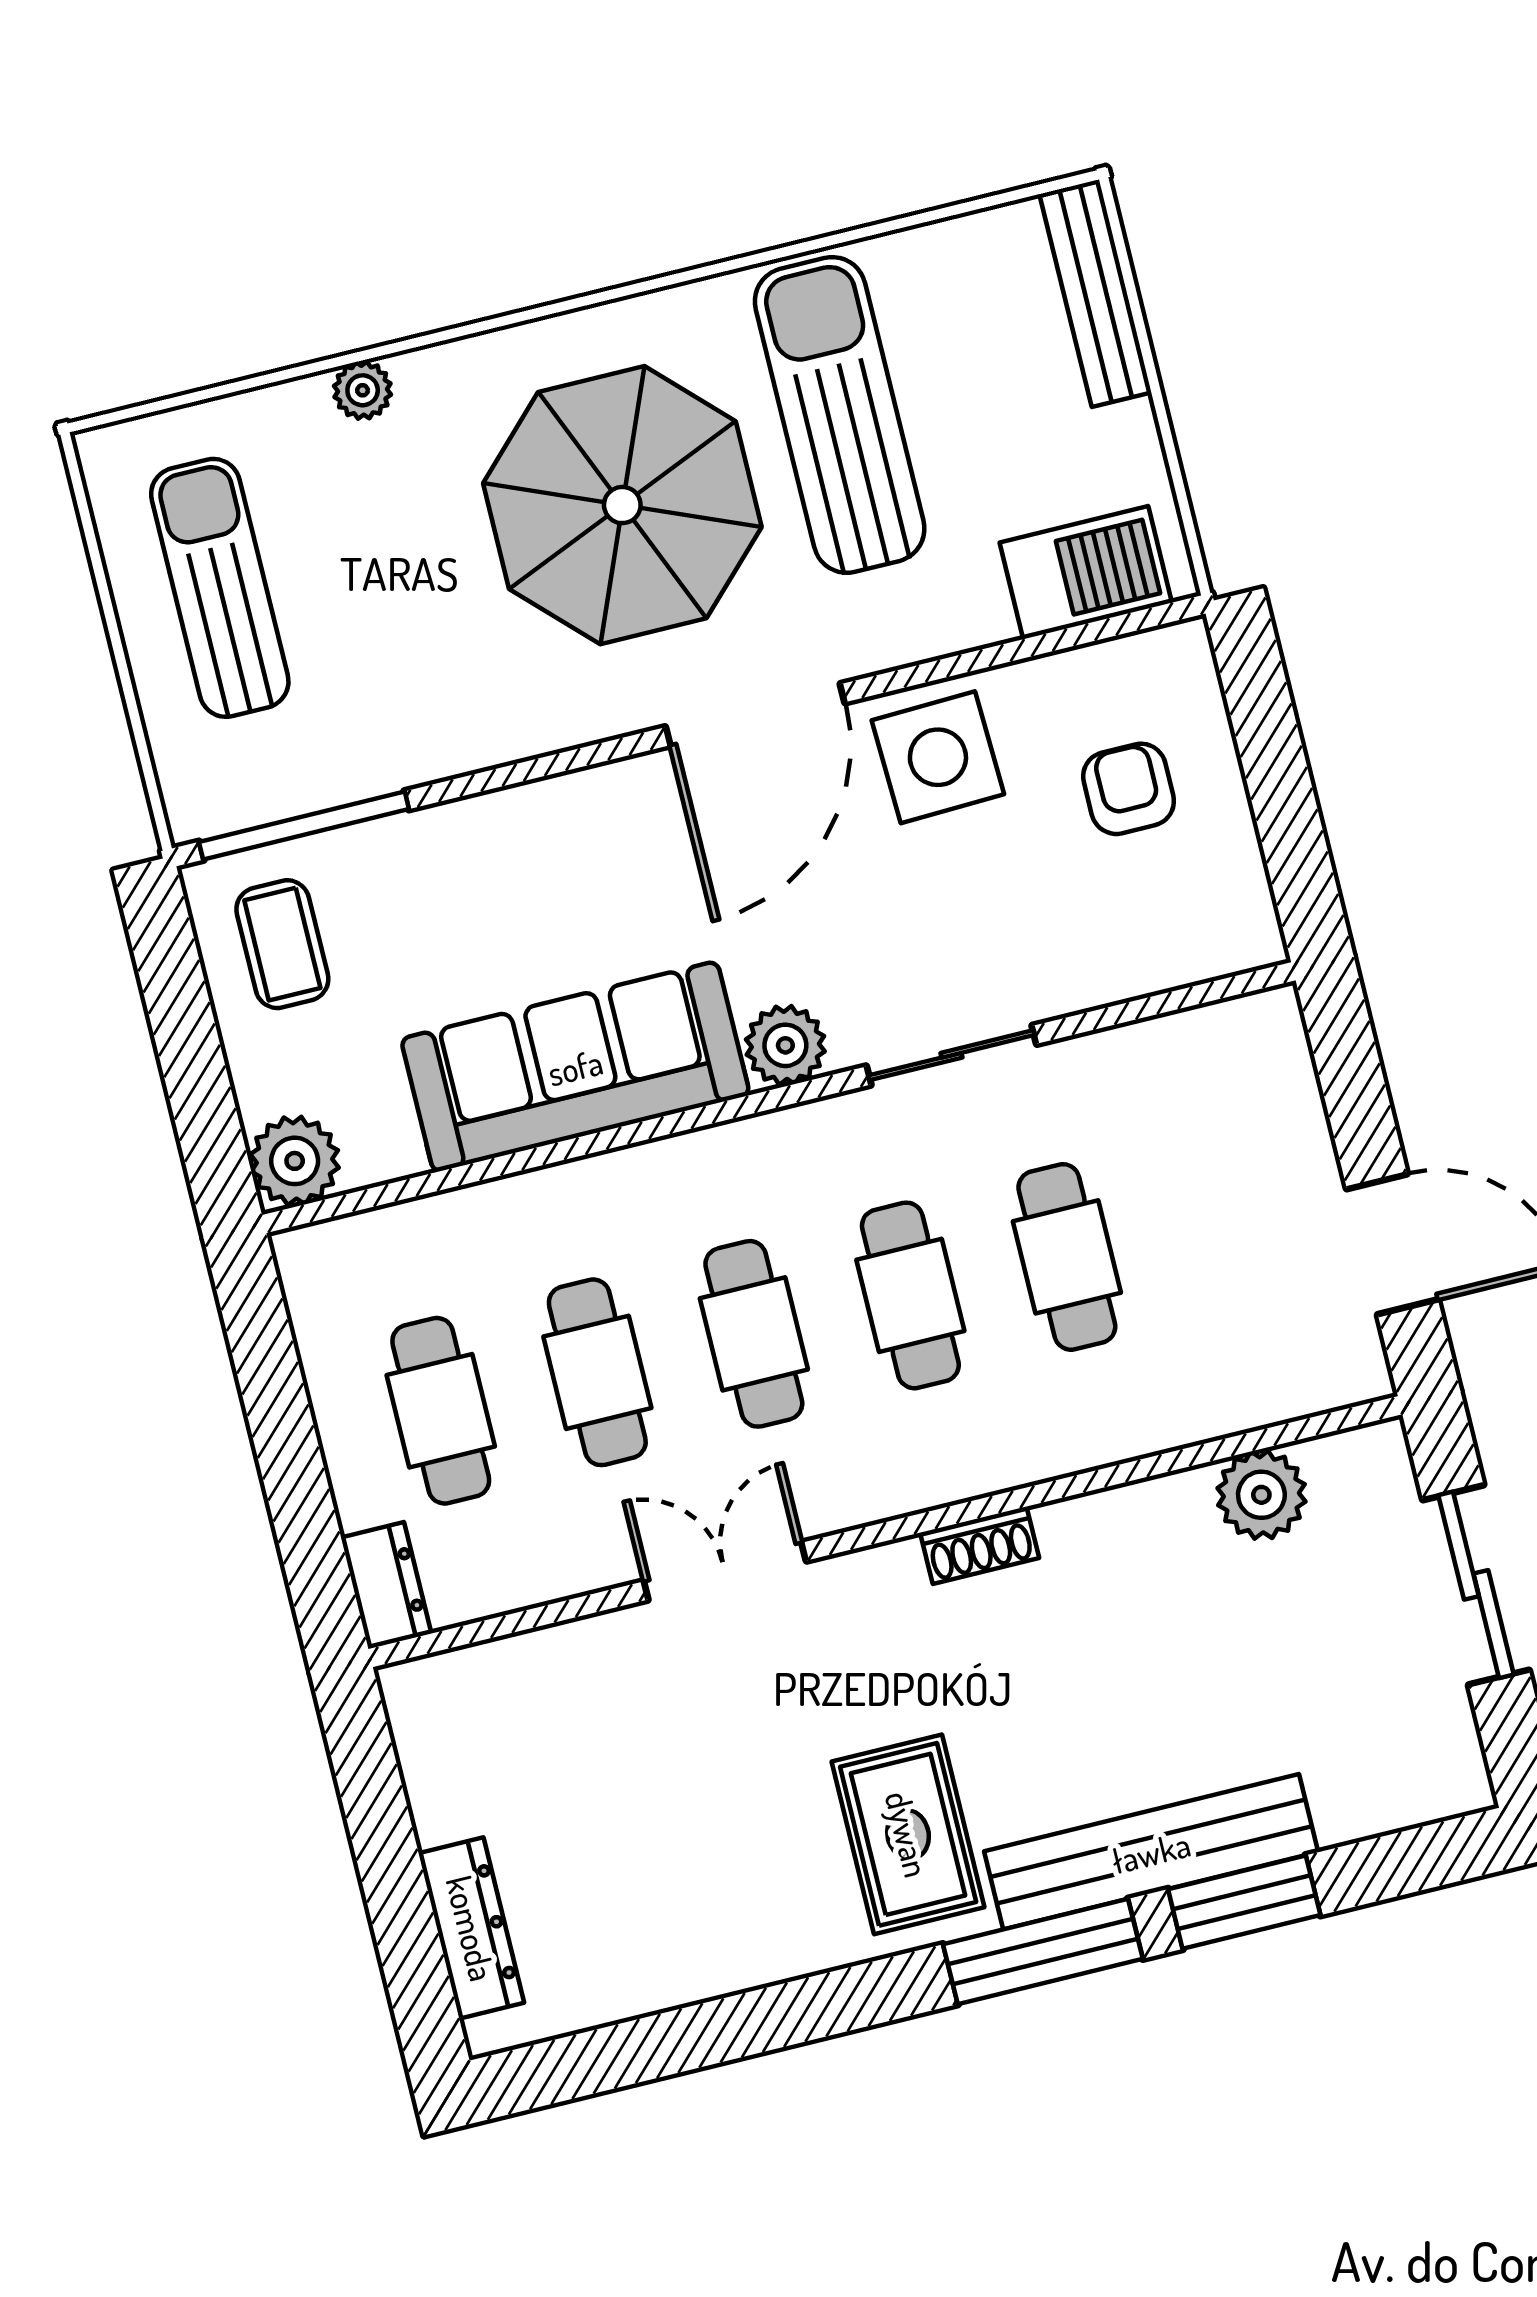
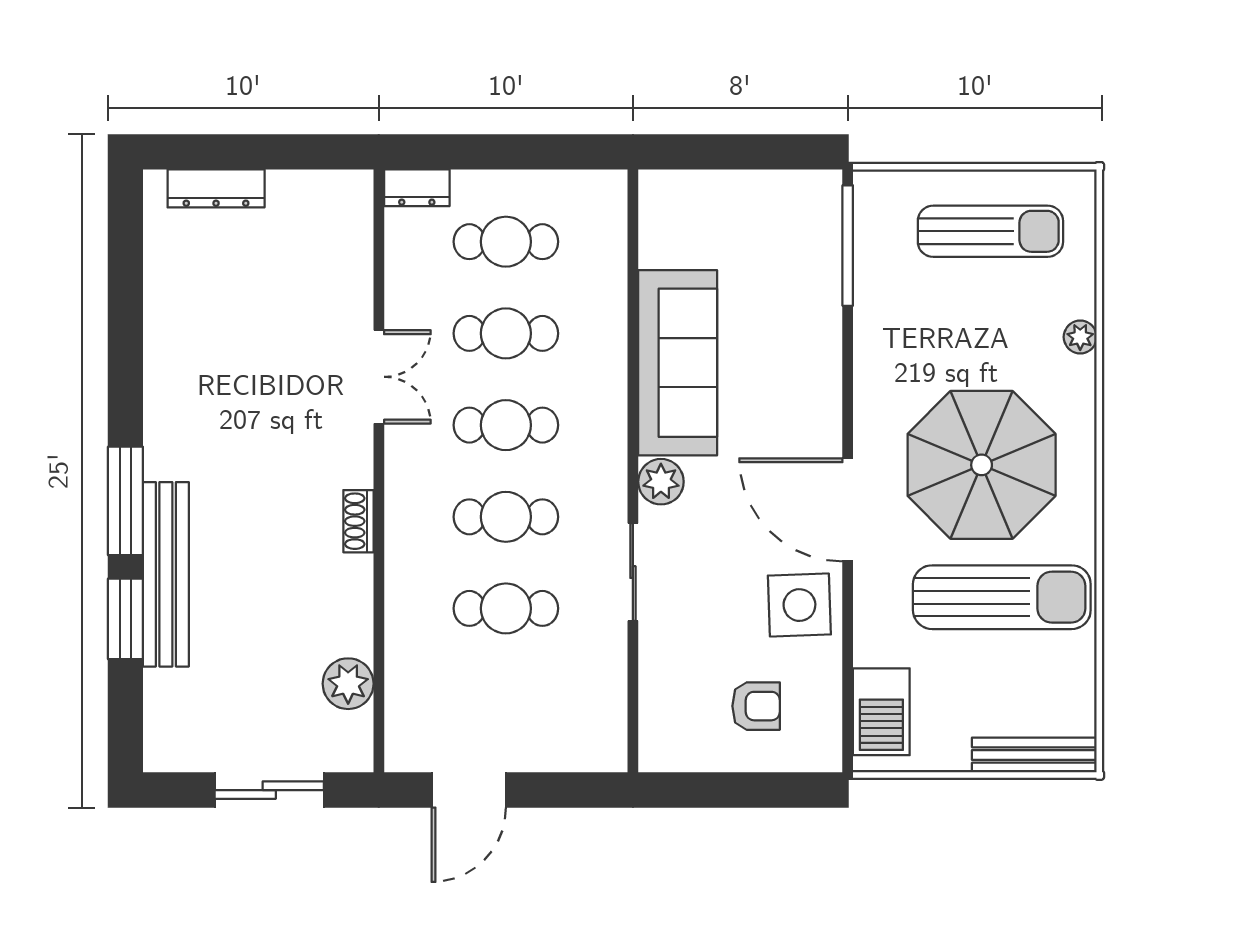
coffee table: (282, 944) -> (785, 218), removed
plant: (295, 1161) -> (664, 195), removed
rug: (908, 1834) -> (208, 442), removed

